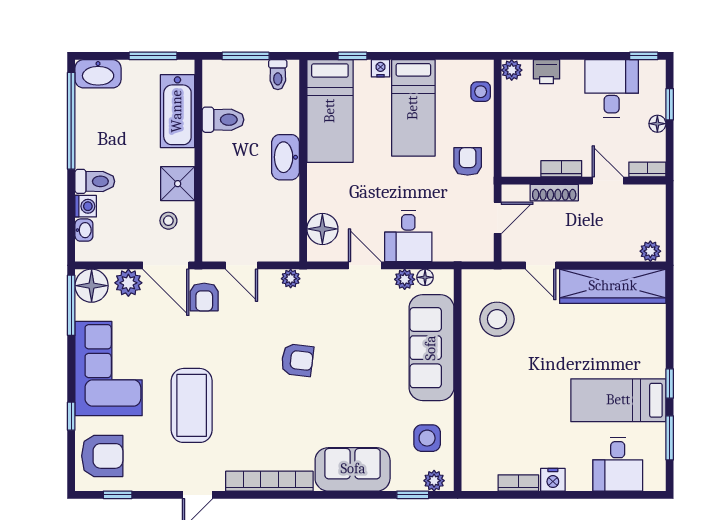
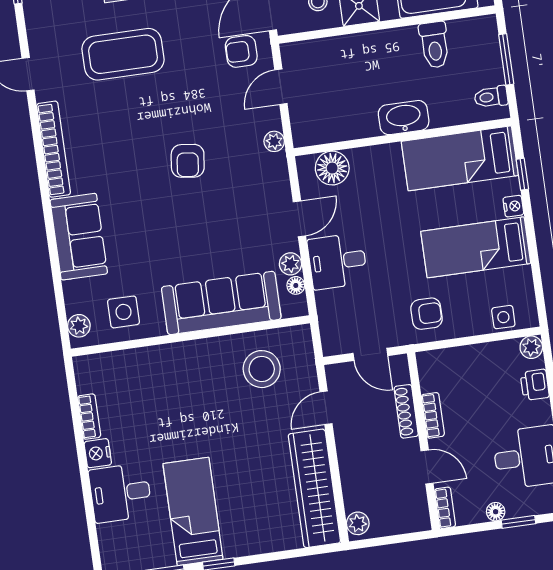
door: (608, 181) -> (427, 467), hinge flipped
desk: (618, 464) -> (120, 493), moved
window: (413, 495) -> (61, 305), removed

